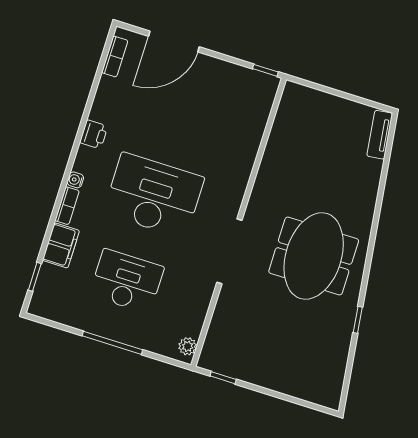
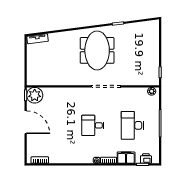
door: (174, 41) -> (26, 122), moved
plant: (259, 90) -> (35, 95), added
printer: (94, 134) -> (146, 159), moved
desk: (154, 195) -> (93, 125), width x0.53, depth x0.77
meeting table: (314, 256) -> (97, 50), turned 90

